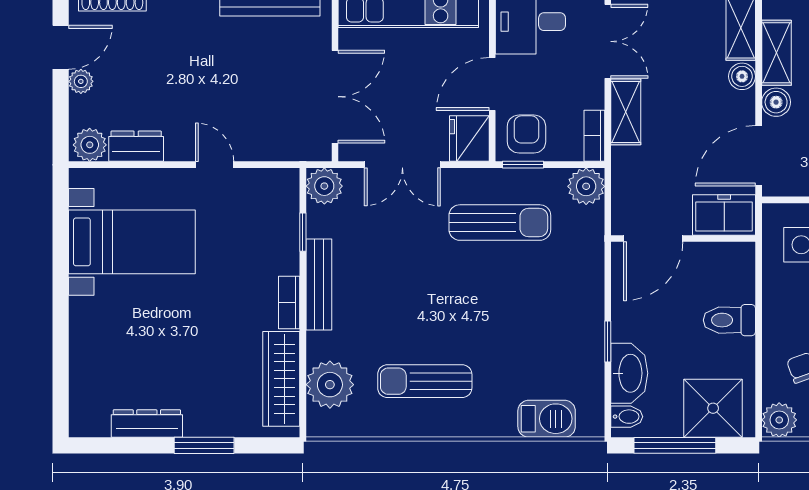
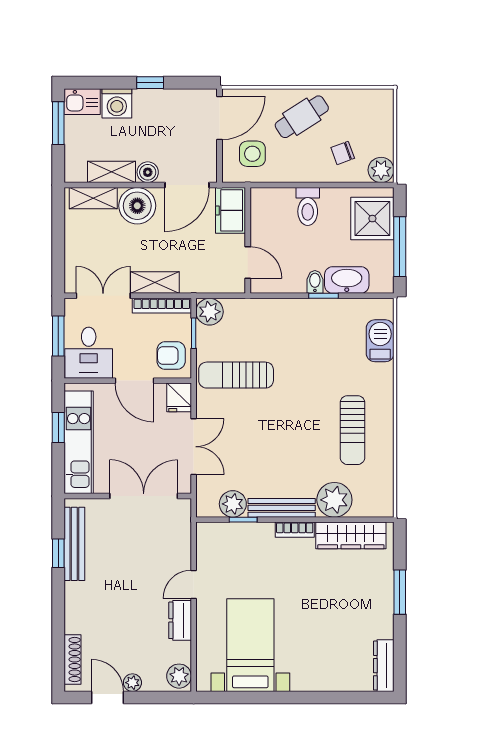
boiler: (742, 76) -> (137, 206), width x1.86, depth x1.86
bookcase: (594, 136) -> (162, 306), width x1.56
fridge: (469, 139) -> (179, 397), width x0.72
dresser: (136, 146) -> (180, 620), moved
door: (759, 156) -> (187, 185), hinge flipped
window: (523, 165) -> (194, 333), moved
plant: (324, 186) -> (233, 504), moved
sun lounger: (500, 223) -> (236, 375), turned -90
door: (653, 238) -> (248, 262), width x0.73
plant: (330, 385) -> (334, 500), moved
bidet: (627, 417) -> (315, 282), moved
dresser: (147, 424) -> (384, 666), moved

